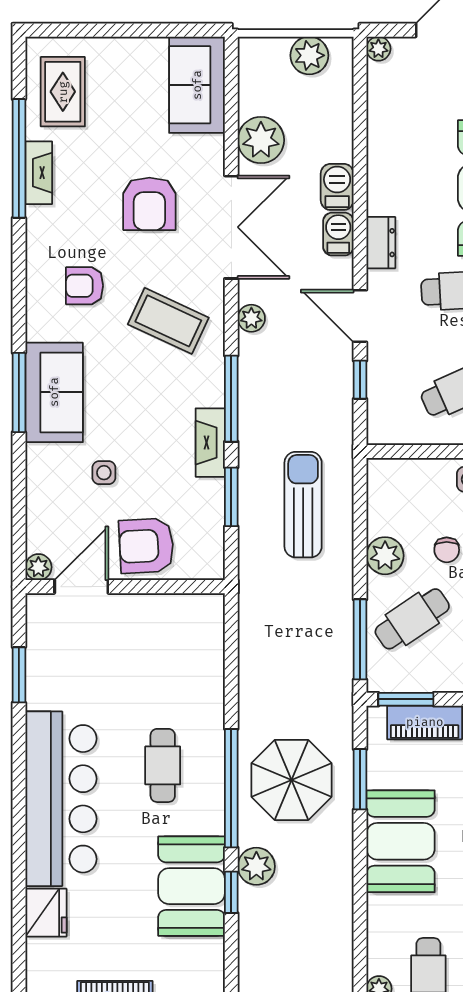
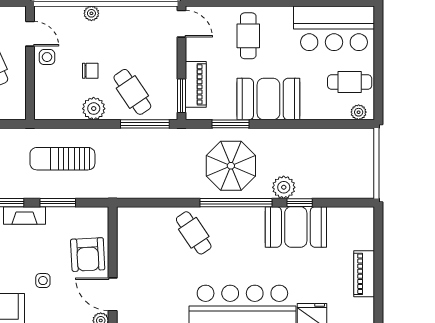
cafe table: (163, 765) -> (194, 233), moved, turned 56

